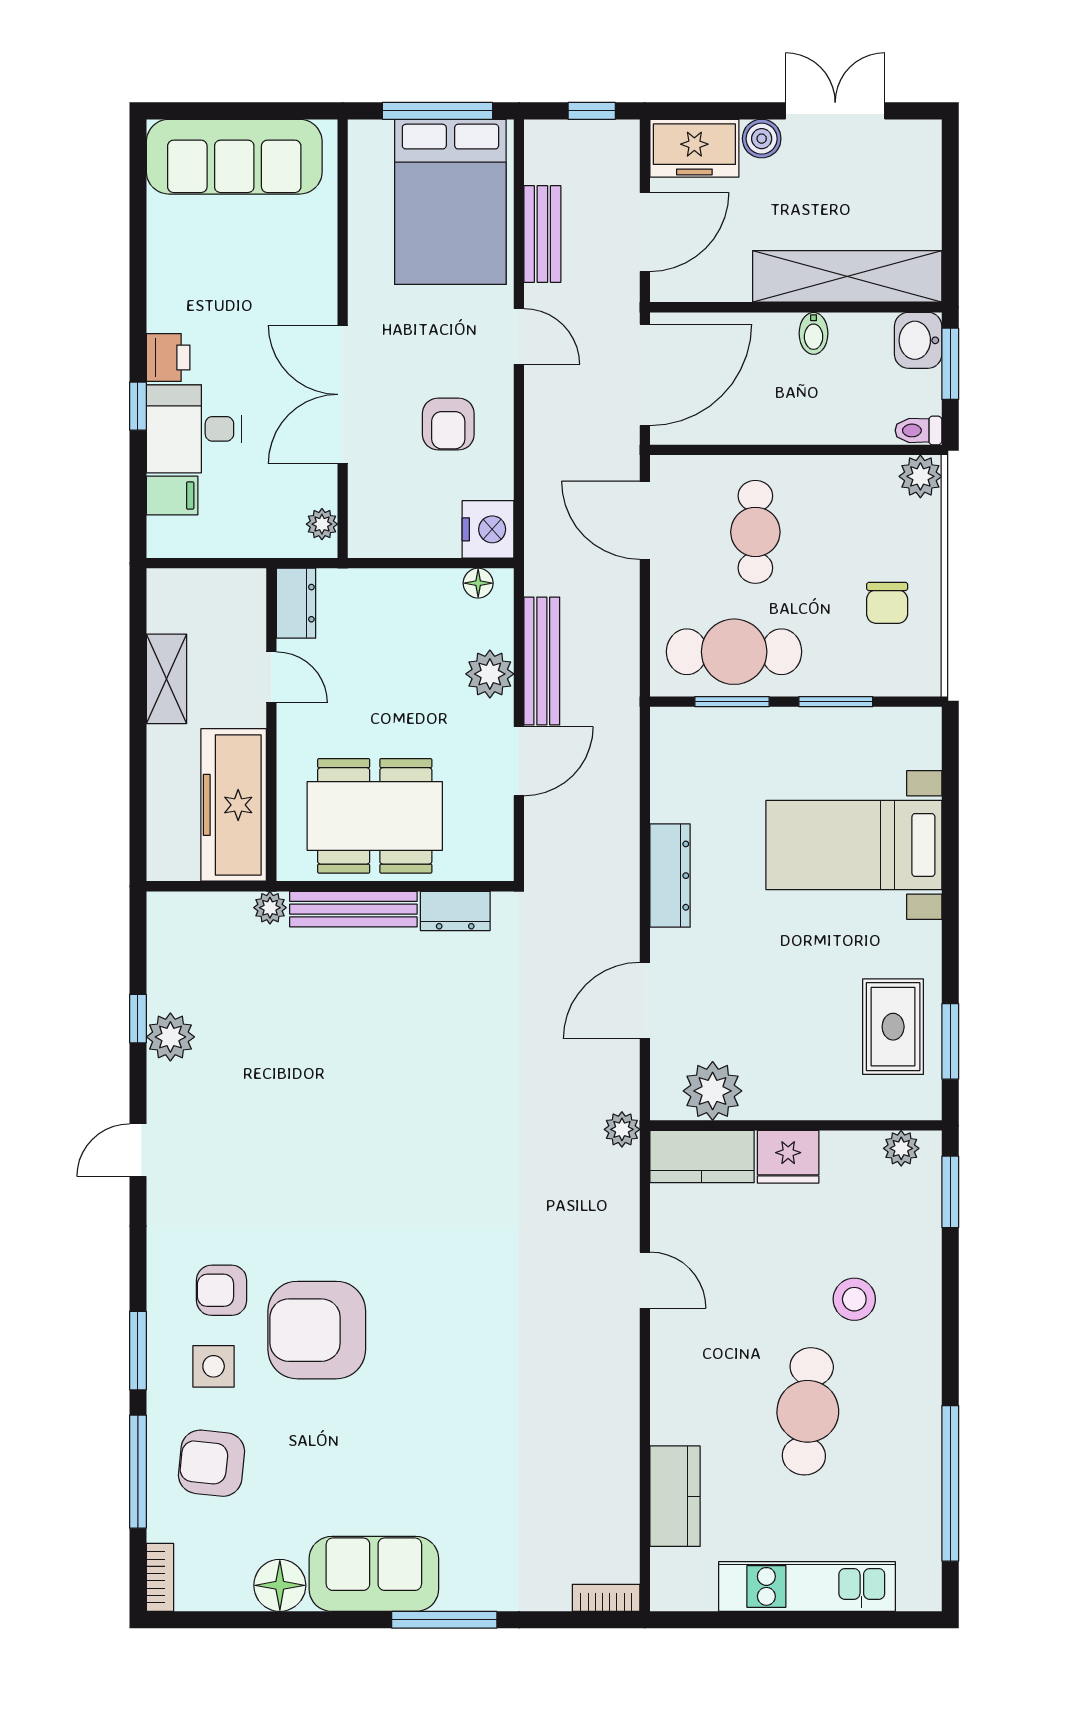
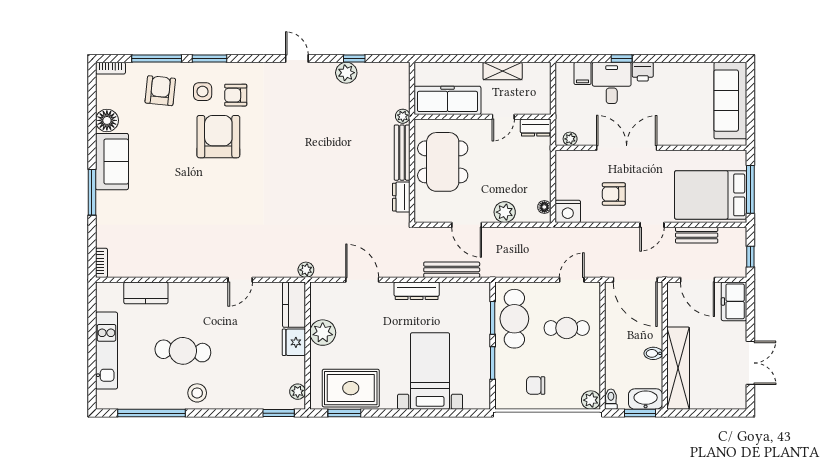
boiler: (762, 139) -> (738, 331), removed
washbasin: (918, 340) -> (646, 399), width x1.38
door: (645, 520) -> (572, 280), width x0.73
bench: (542, 661) -> (452, 270), moved
rug: (893, 1027) -> (351, 388), width x1.36, depth x1.43
plant: (713, 1091) -> (323, 333), moved
armchair: (222, 1290) -> (236, 95), turned -90
stool: (854, 1299) -> (197, 393), moved

